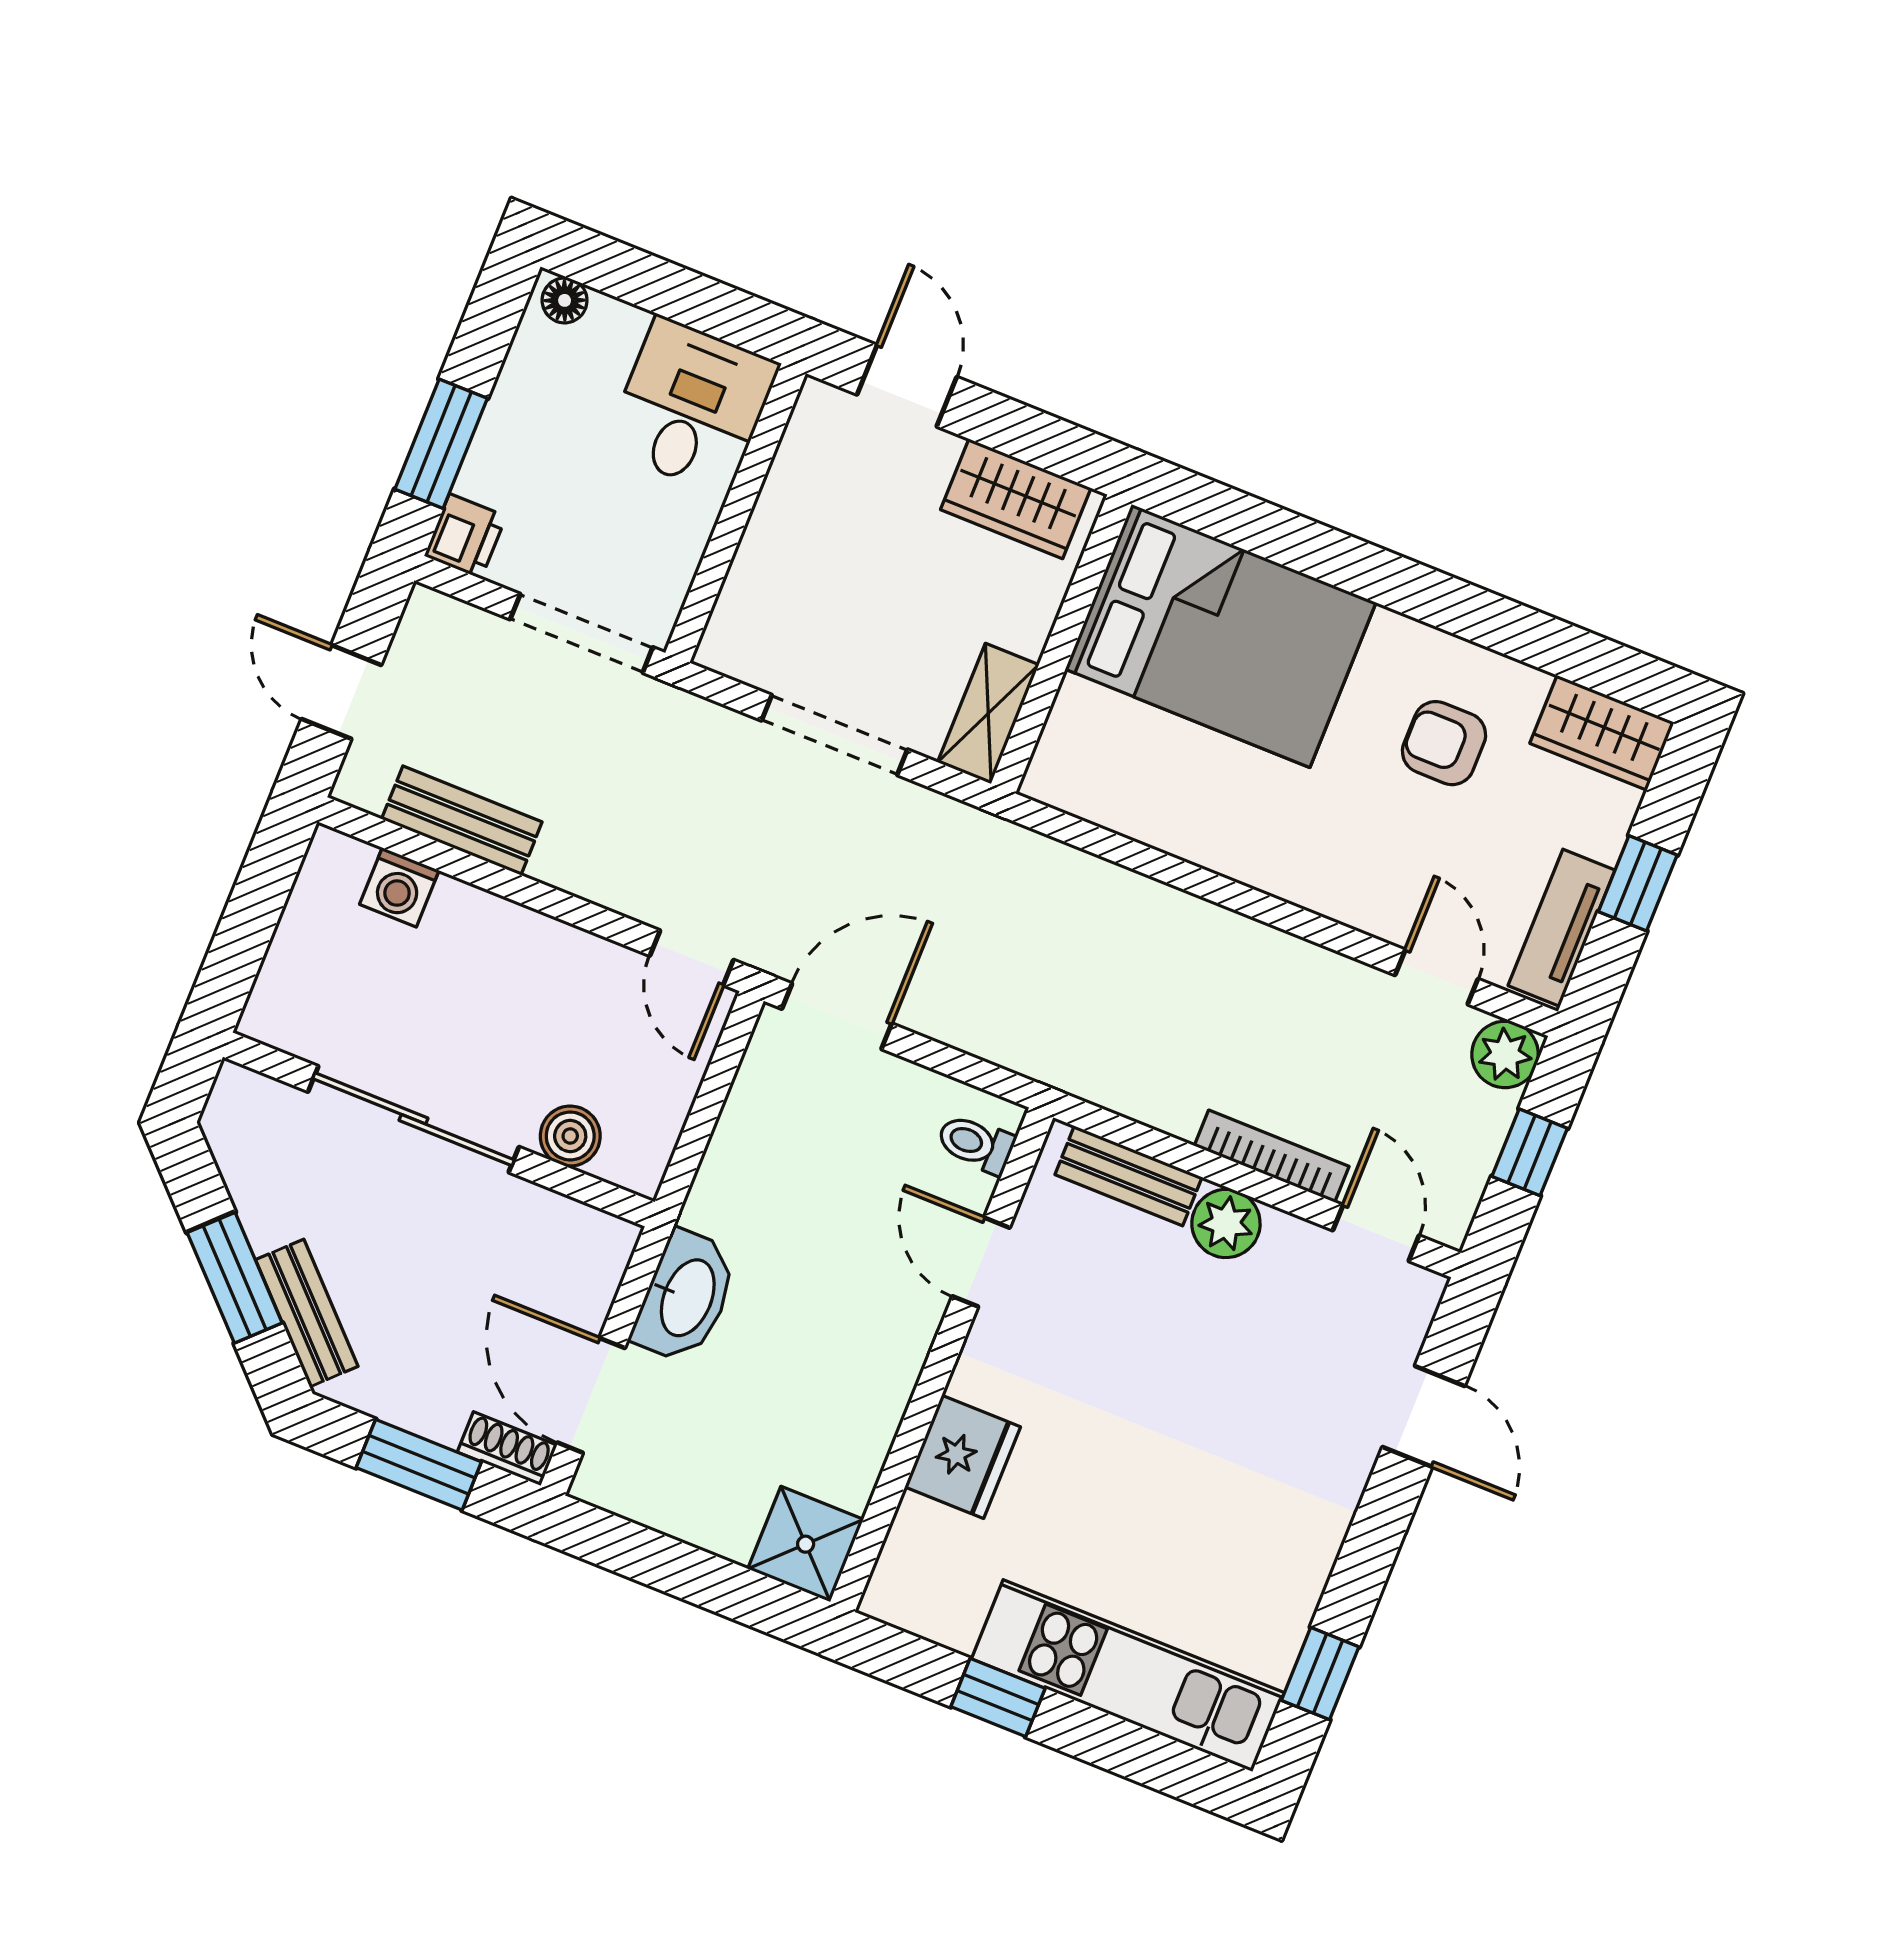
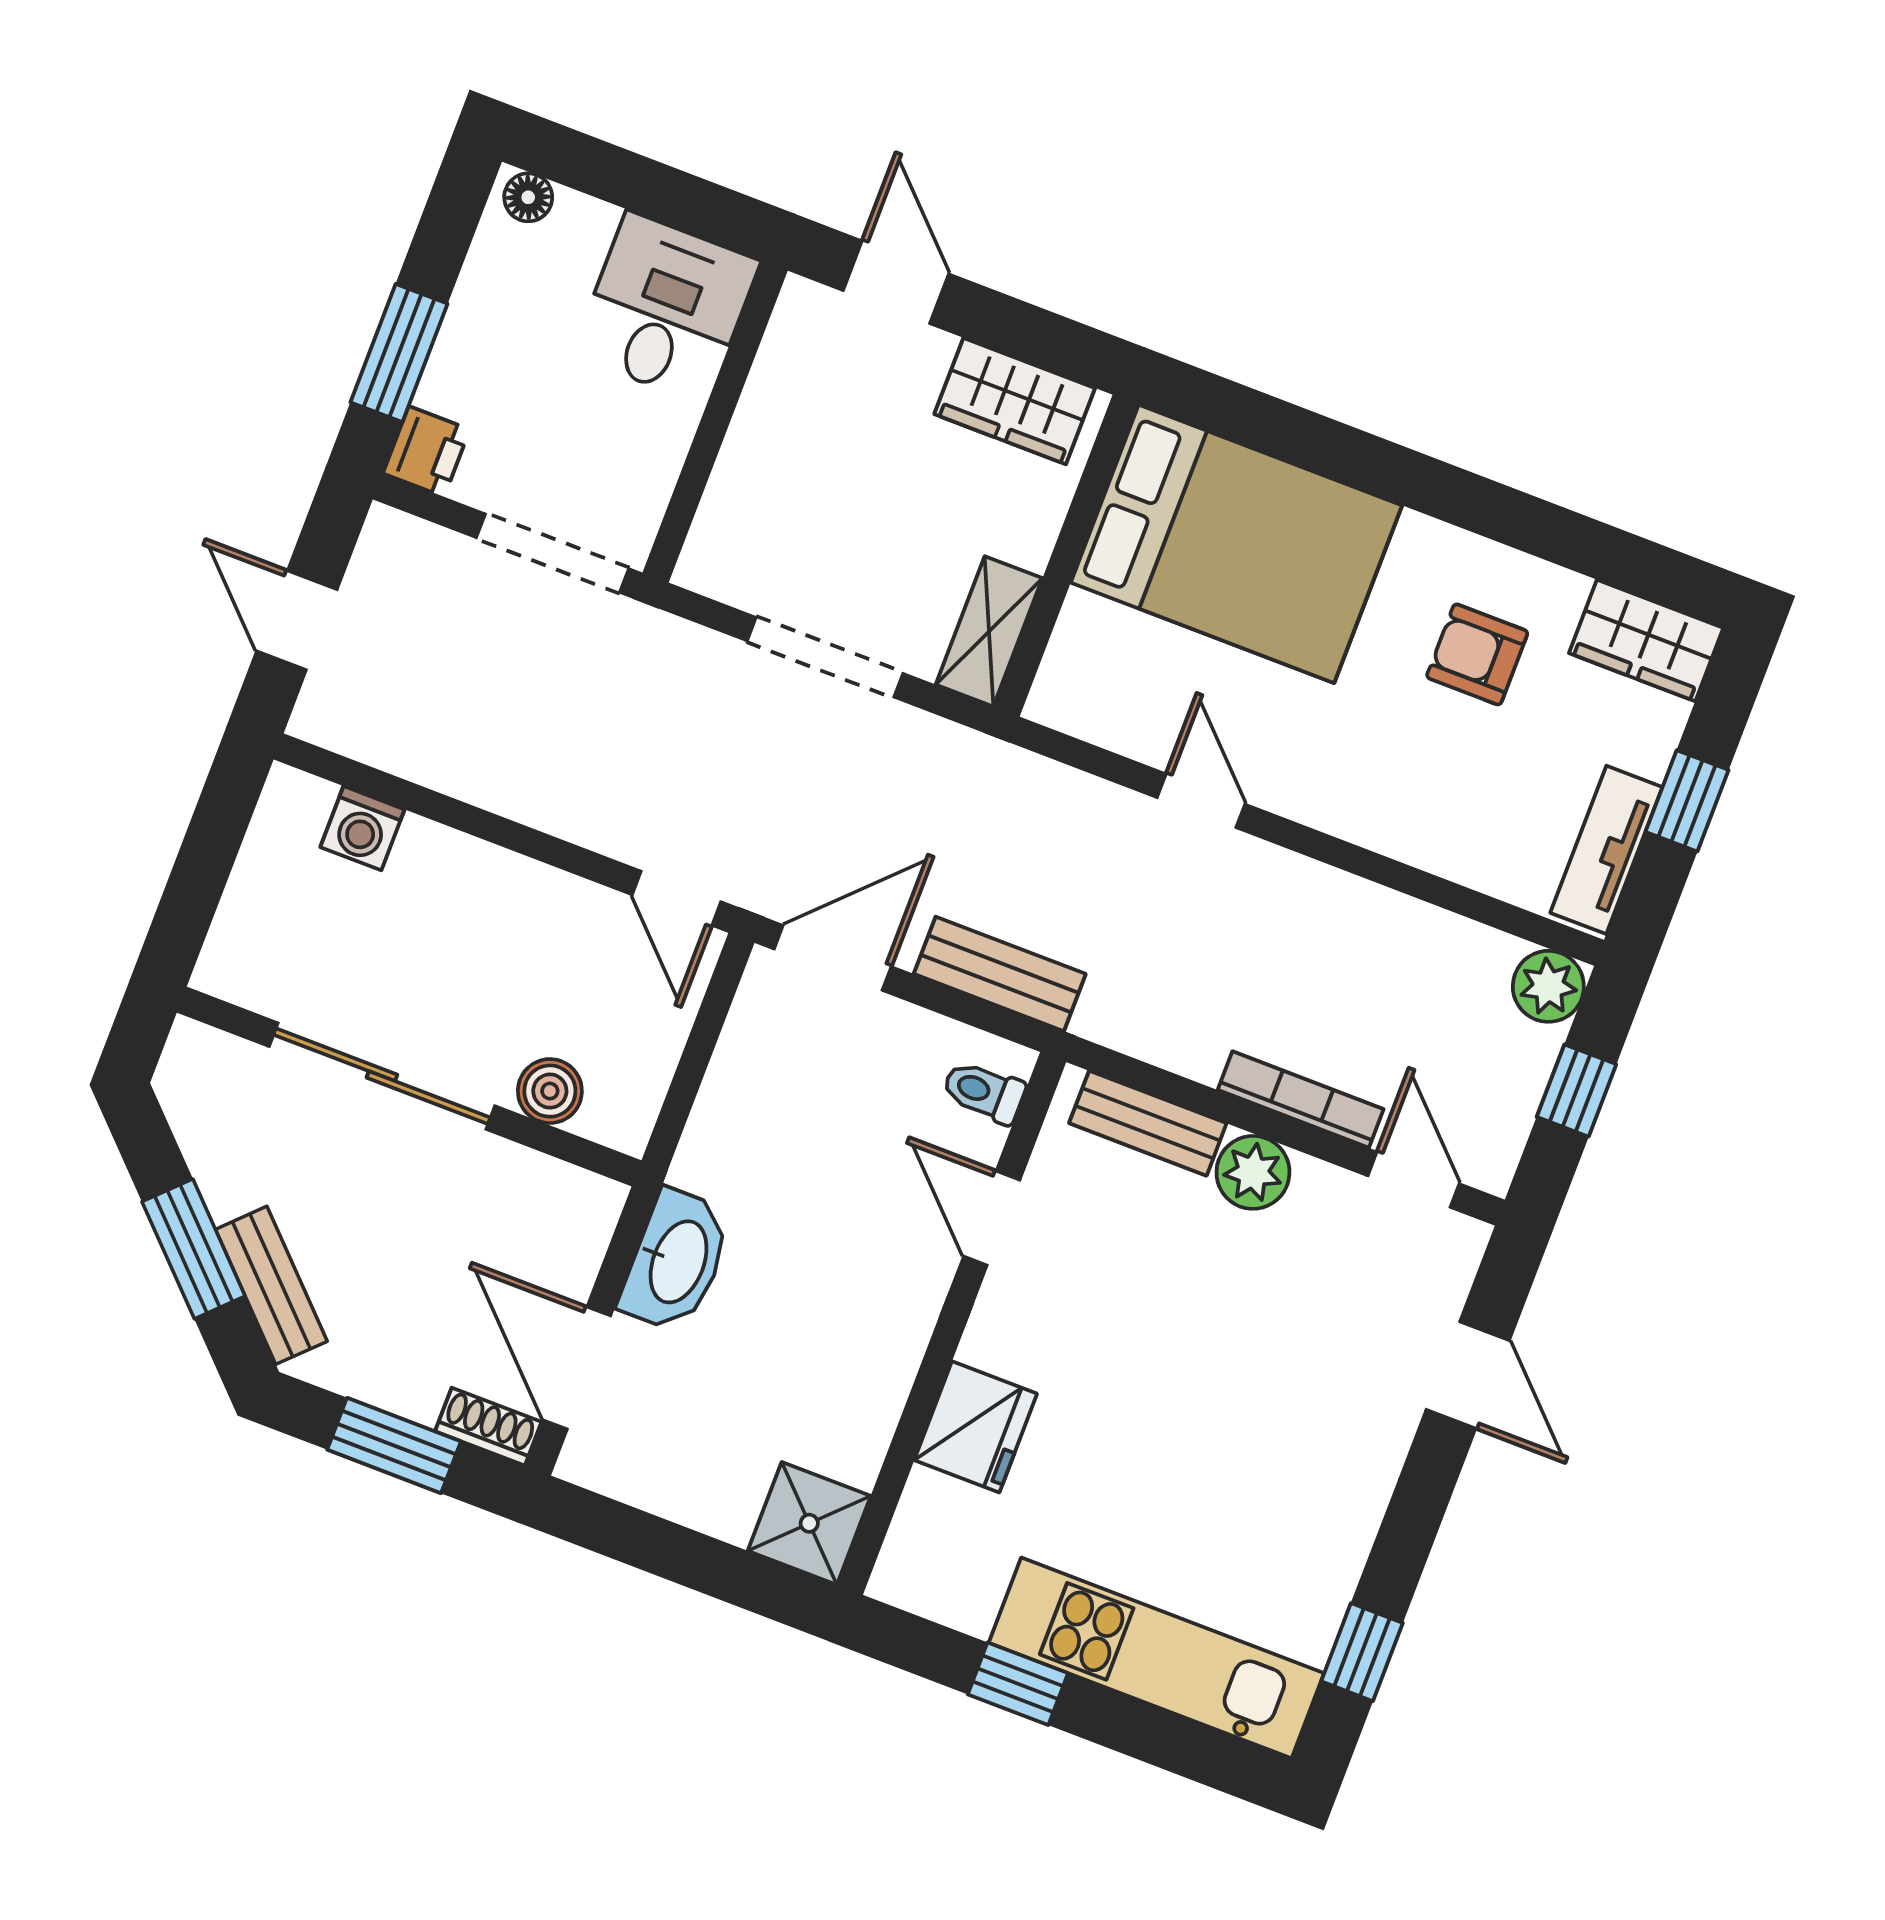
bench: (462, 821) -> (1000, 974), moved
door: (1437, 977) -> (1201, 801), moved

